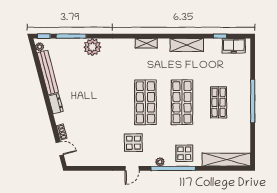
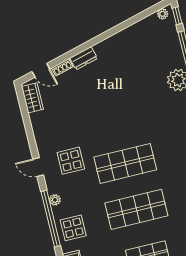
bench: (48, 73) -> (133, 32), removed
dresser: (56, 104) -> (84, 58), moved
door: (60, 149) -> (41, 70), hinge flipped
wardrobe: (79, 160) -> (32, 98), added

